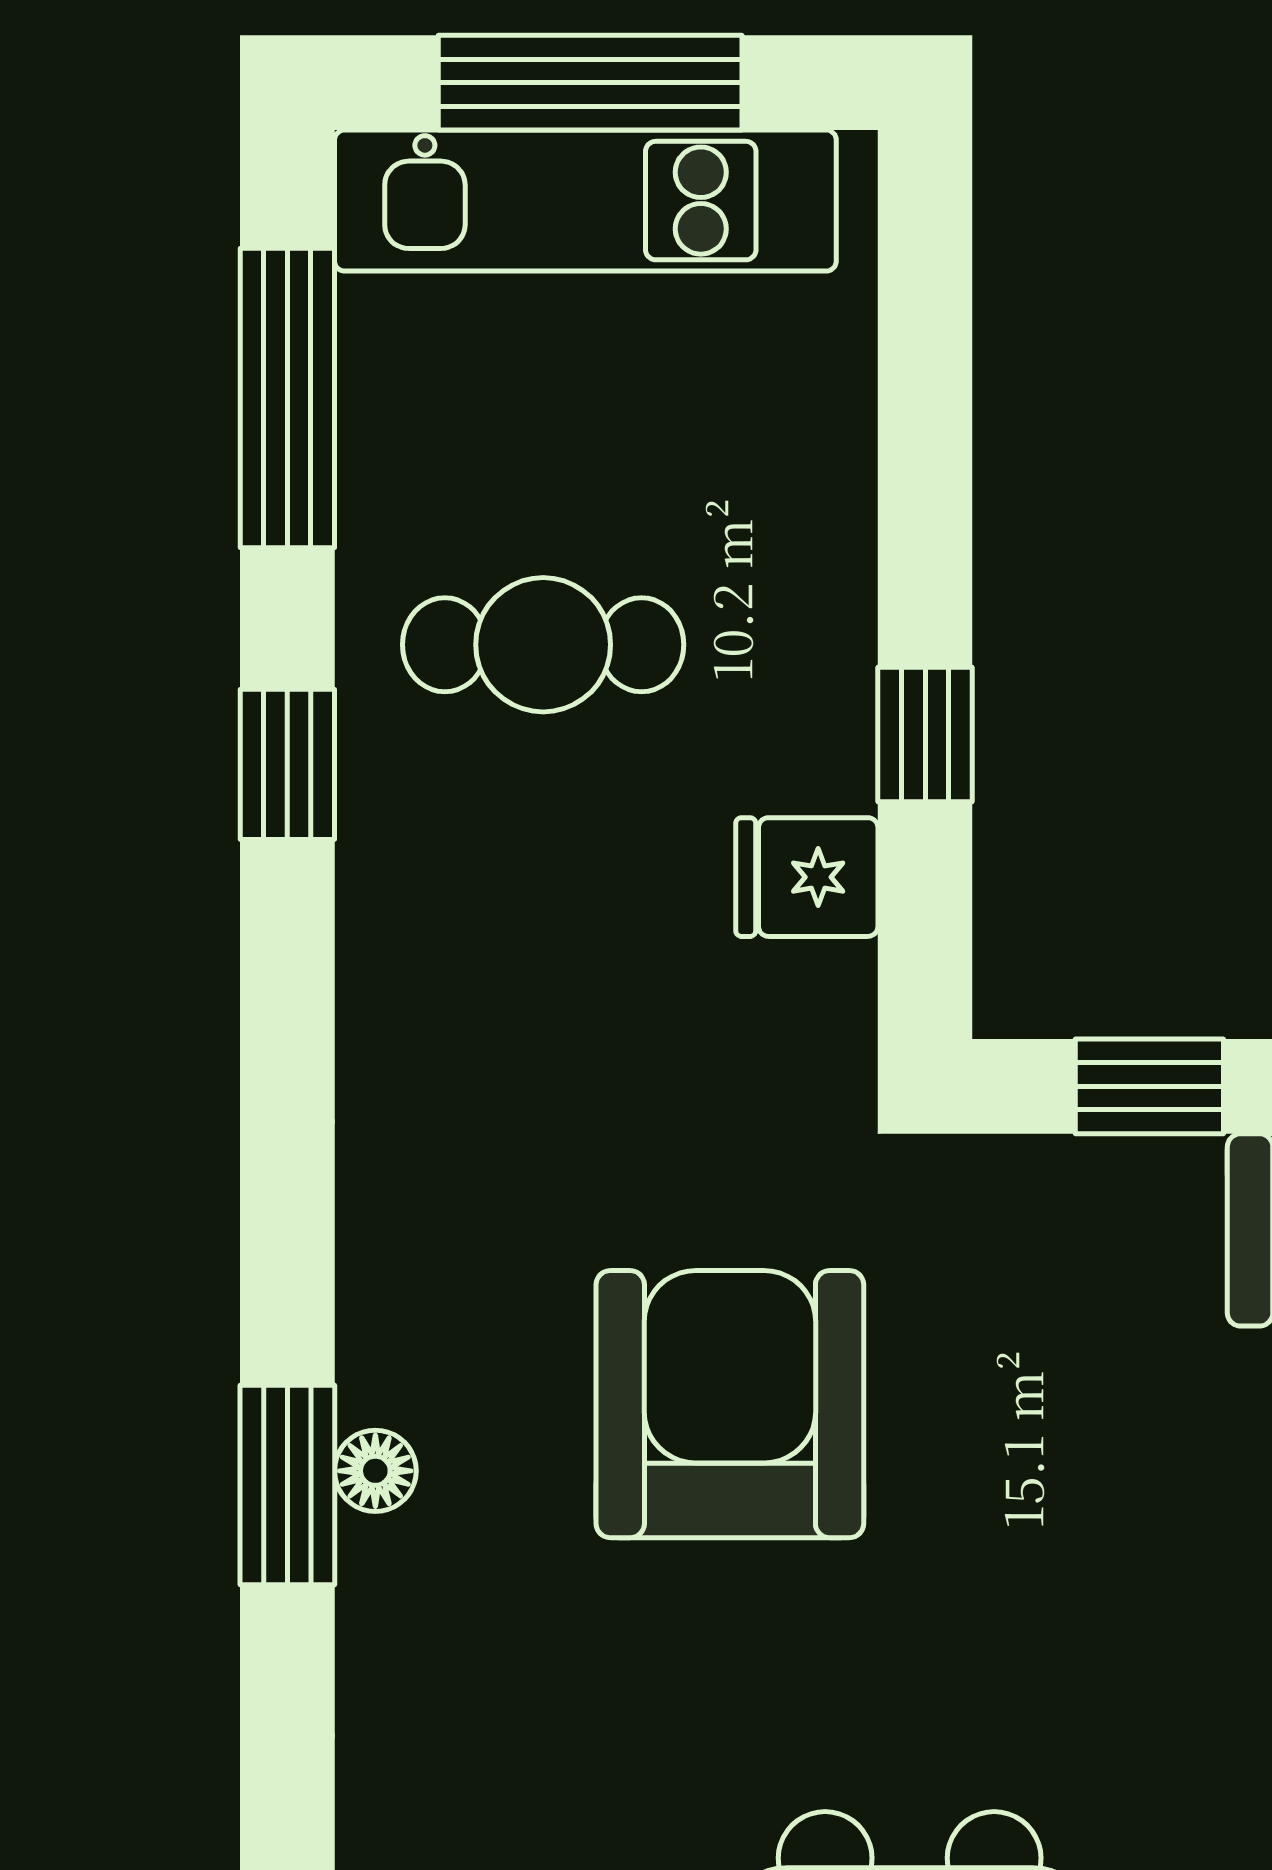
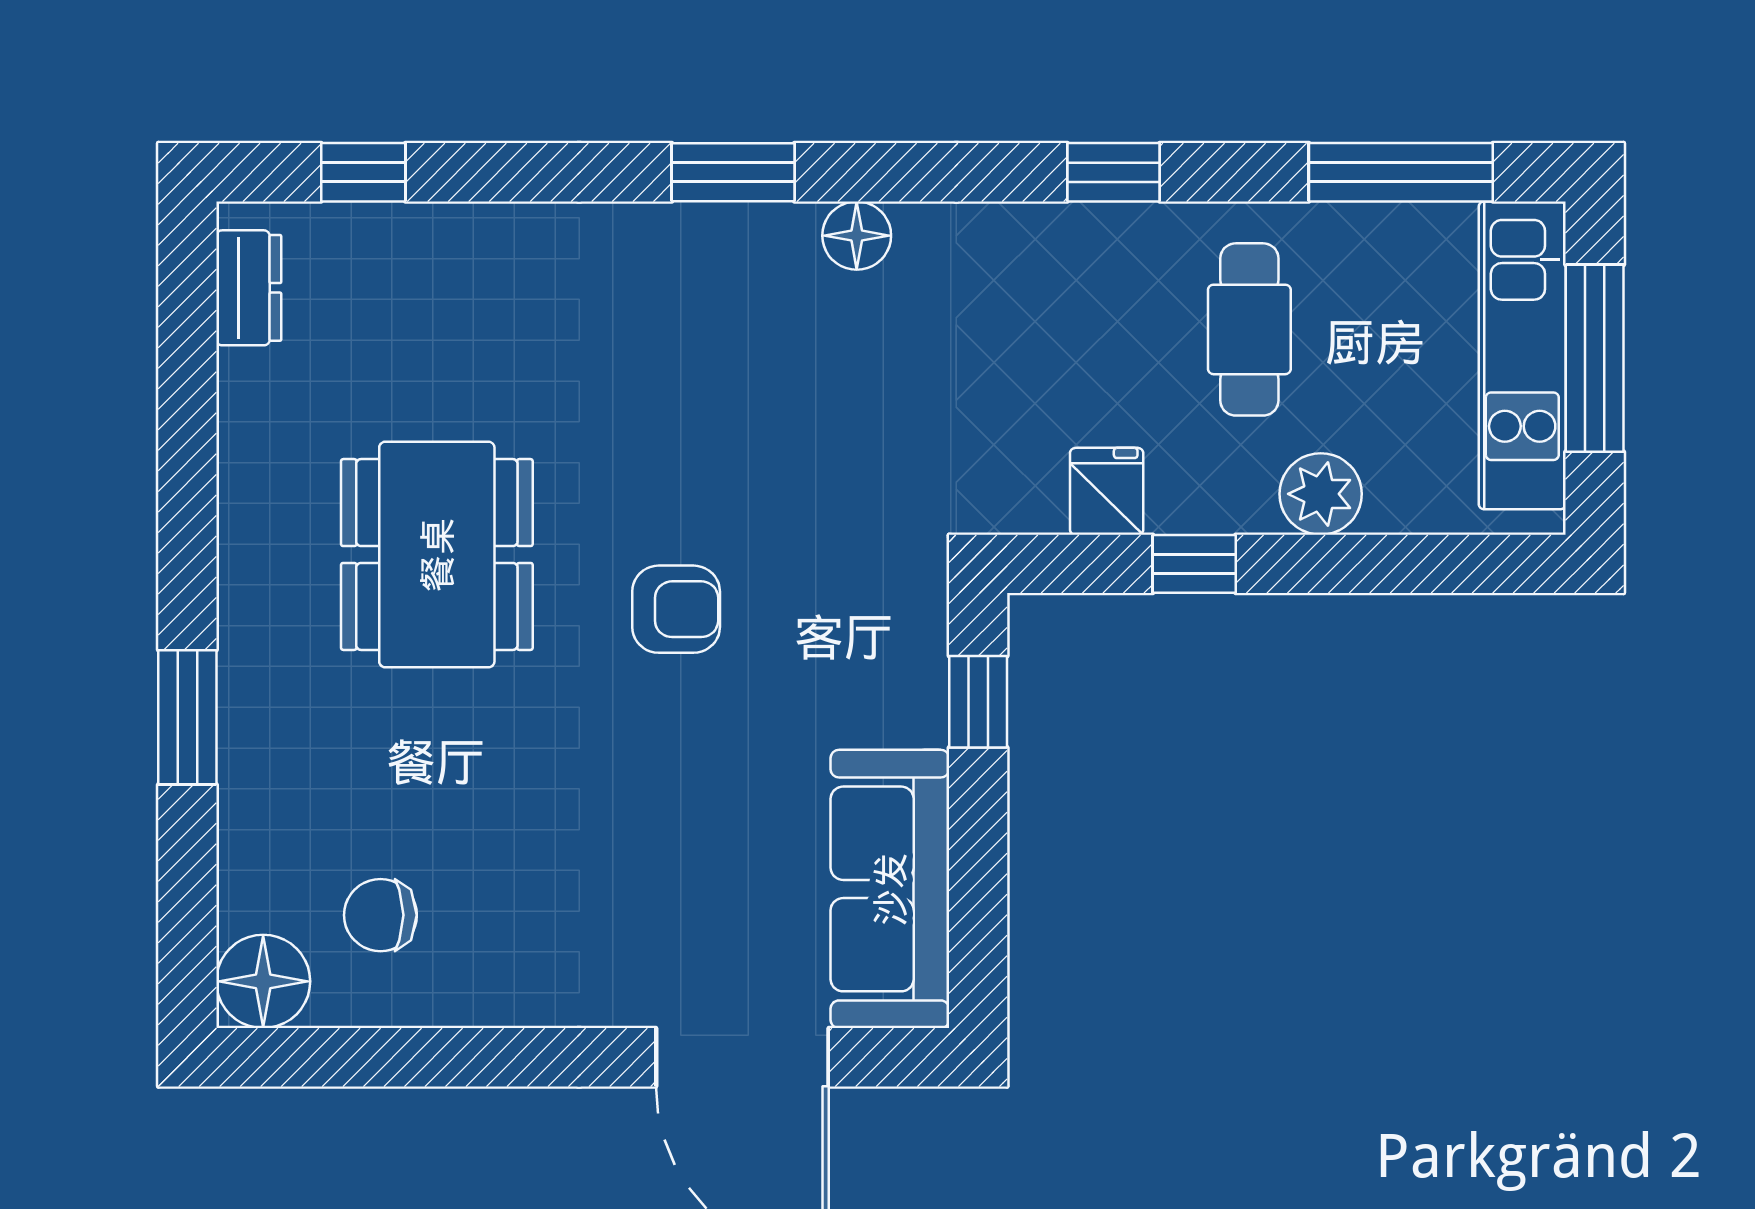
plant: (811, 529) -> (1321, 494), added
window: (287, 764) -> (1114, 172), moved
armchair: (730, 1404) -> (676, 609), moved, width x0.53, depth x0.53
floor lamp: (375, 1471) -> (857, 236), moved, width x1.37, depth x1.37

